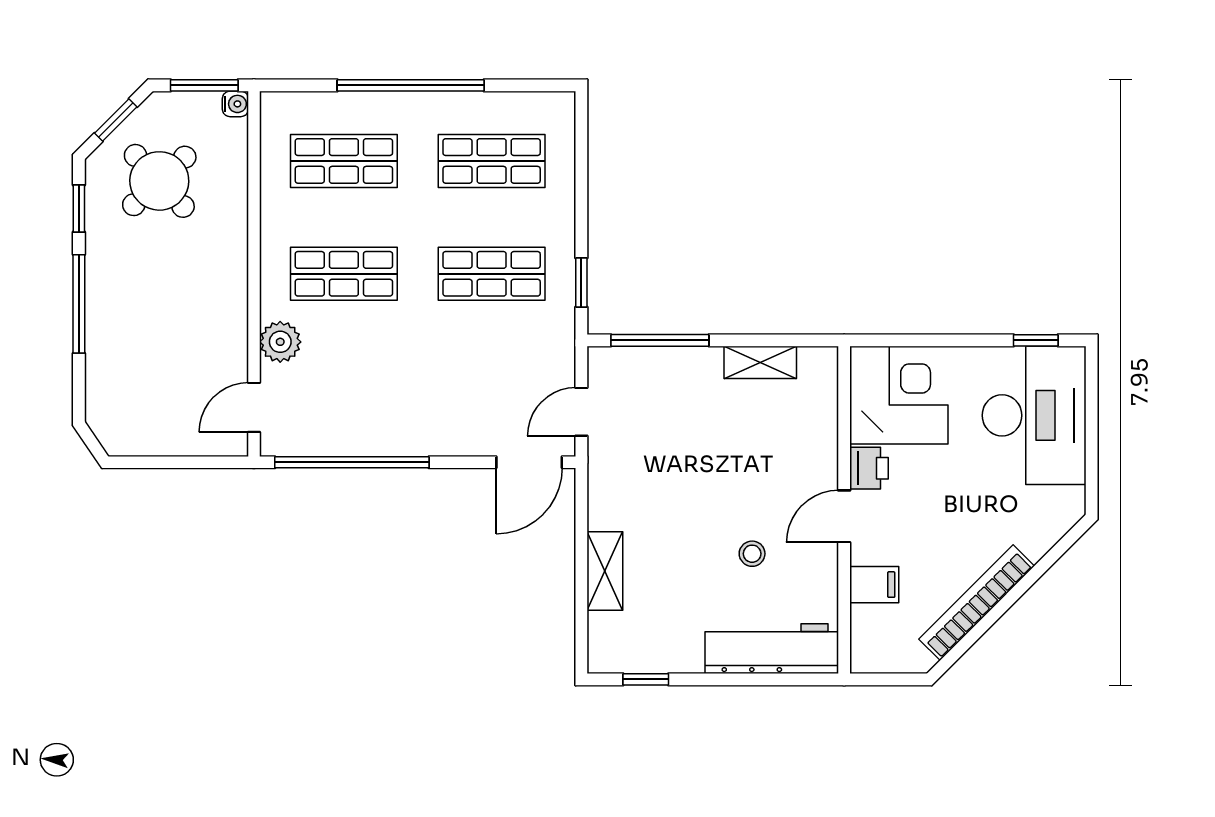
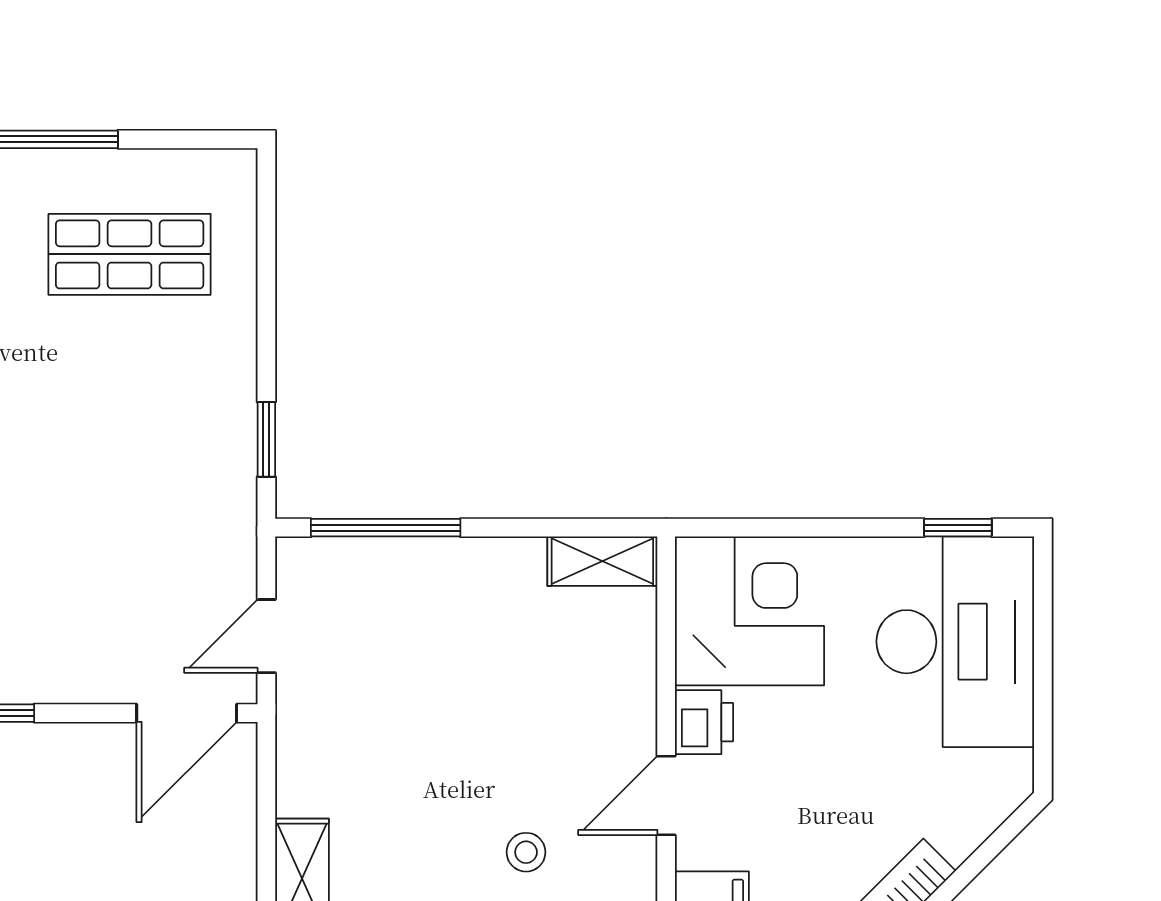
shop shelf: (492, 274) -> (130, 426), removed
shelving: (760, 362) -> (602, 561), moved

